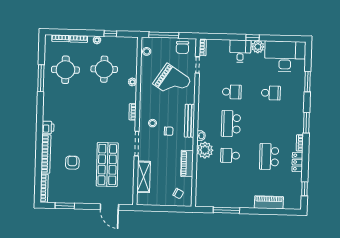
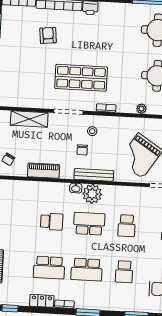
school desk: (270, 125) -> (87, 270), added
plant: (205, 150) -> (92, 194), moved
school desk: (230, 155) -> (52, 222), turned 90
school desk: (269, 157) -> (49, 268), turned 180
armchair: (72, 163) -> (48, 35), turned -96
shop shelf: (107, 164) -> (81, 78), moved

